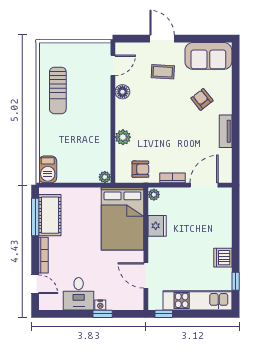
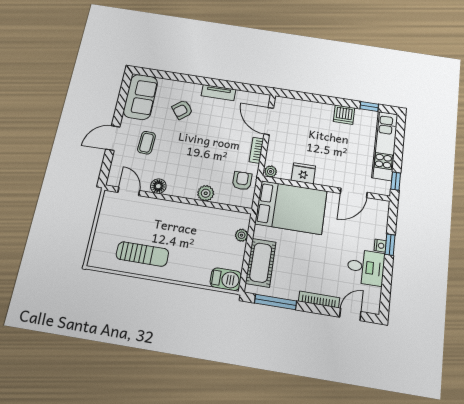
plant: (105, 177) -> (242, 235), moved
cot: (50, 215) -> (261, 263), moved, turned 90

